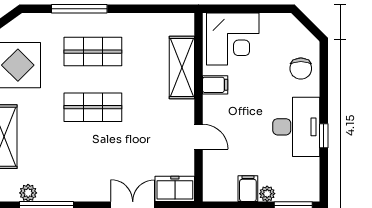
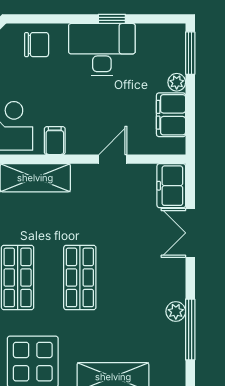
filing cabinet: (248, 189) -> (171, 115), width x2.00
plant: (28, 193) -> (176, 311), moved

